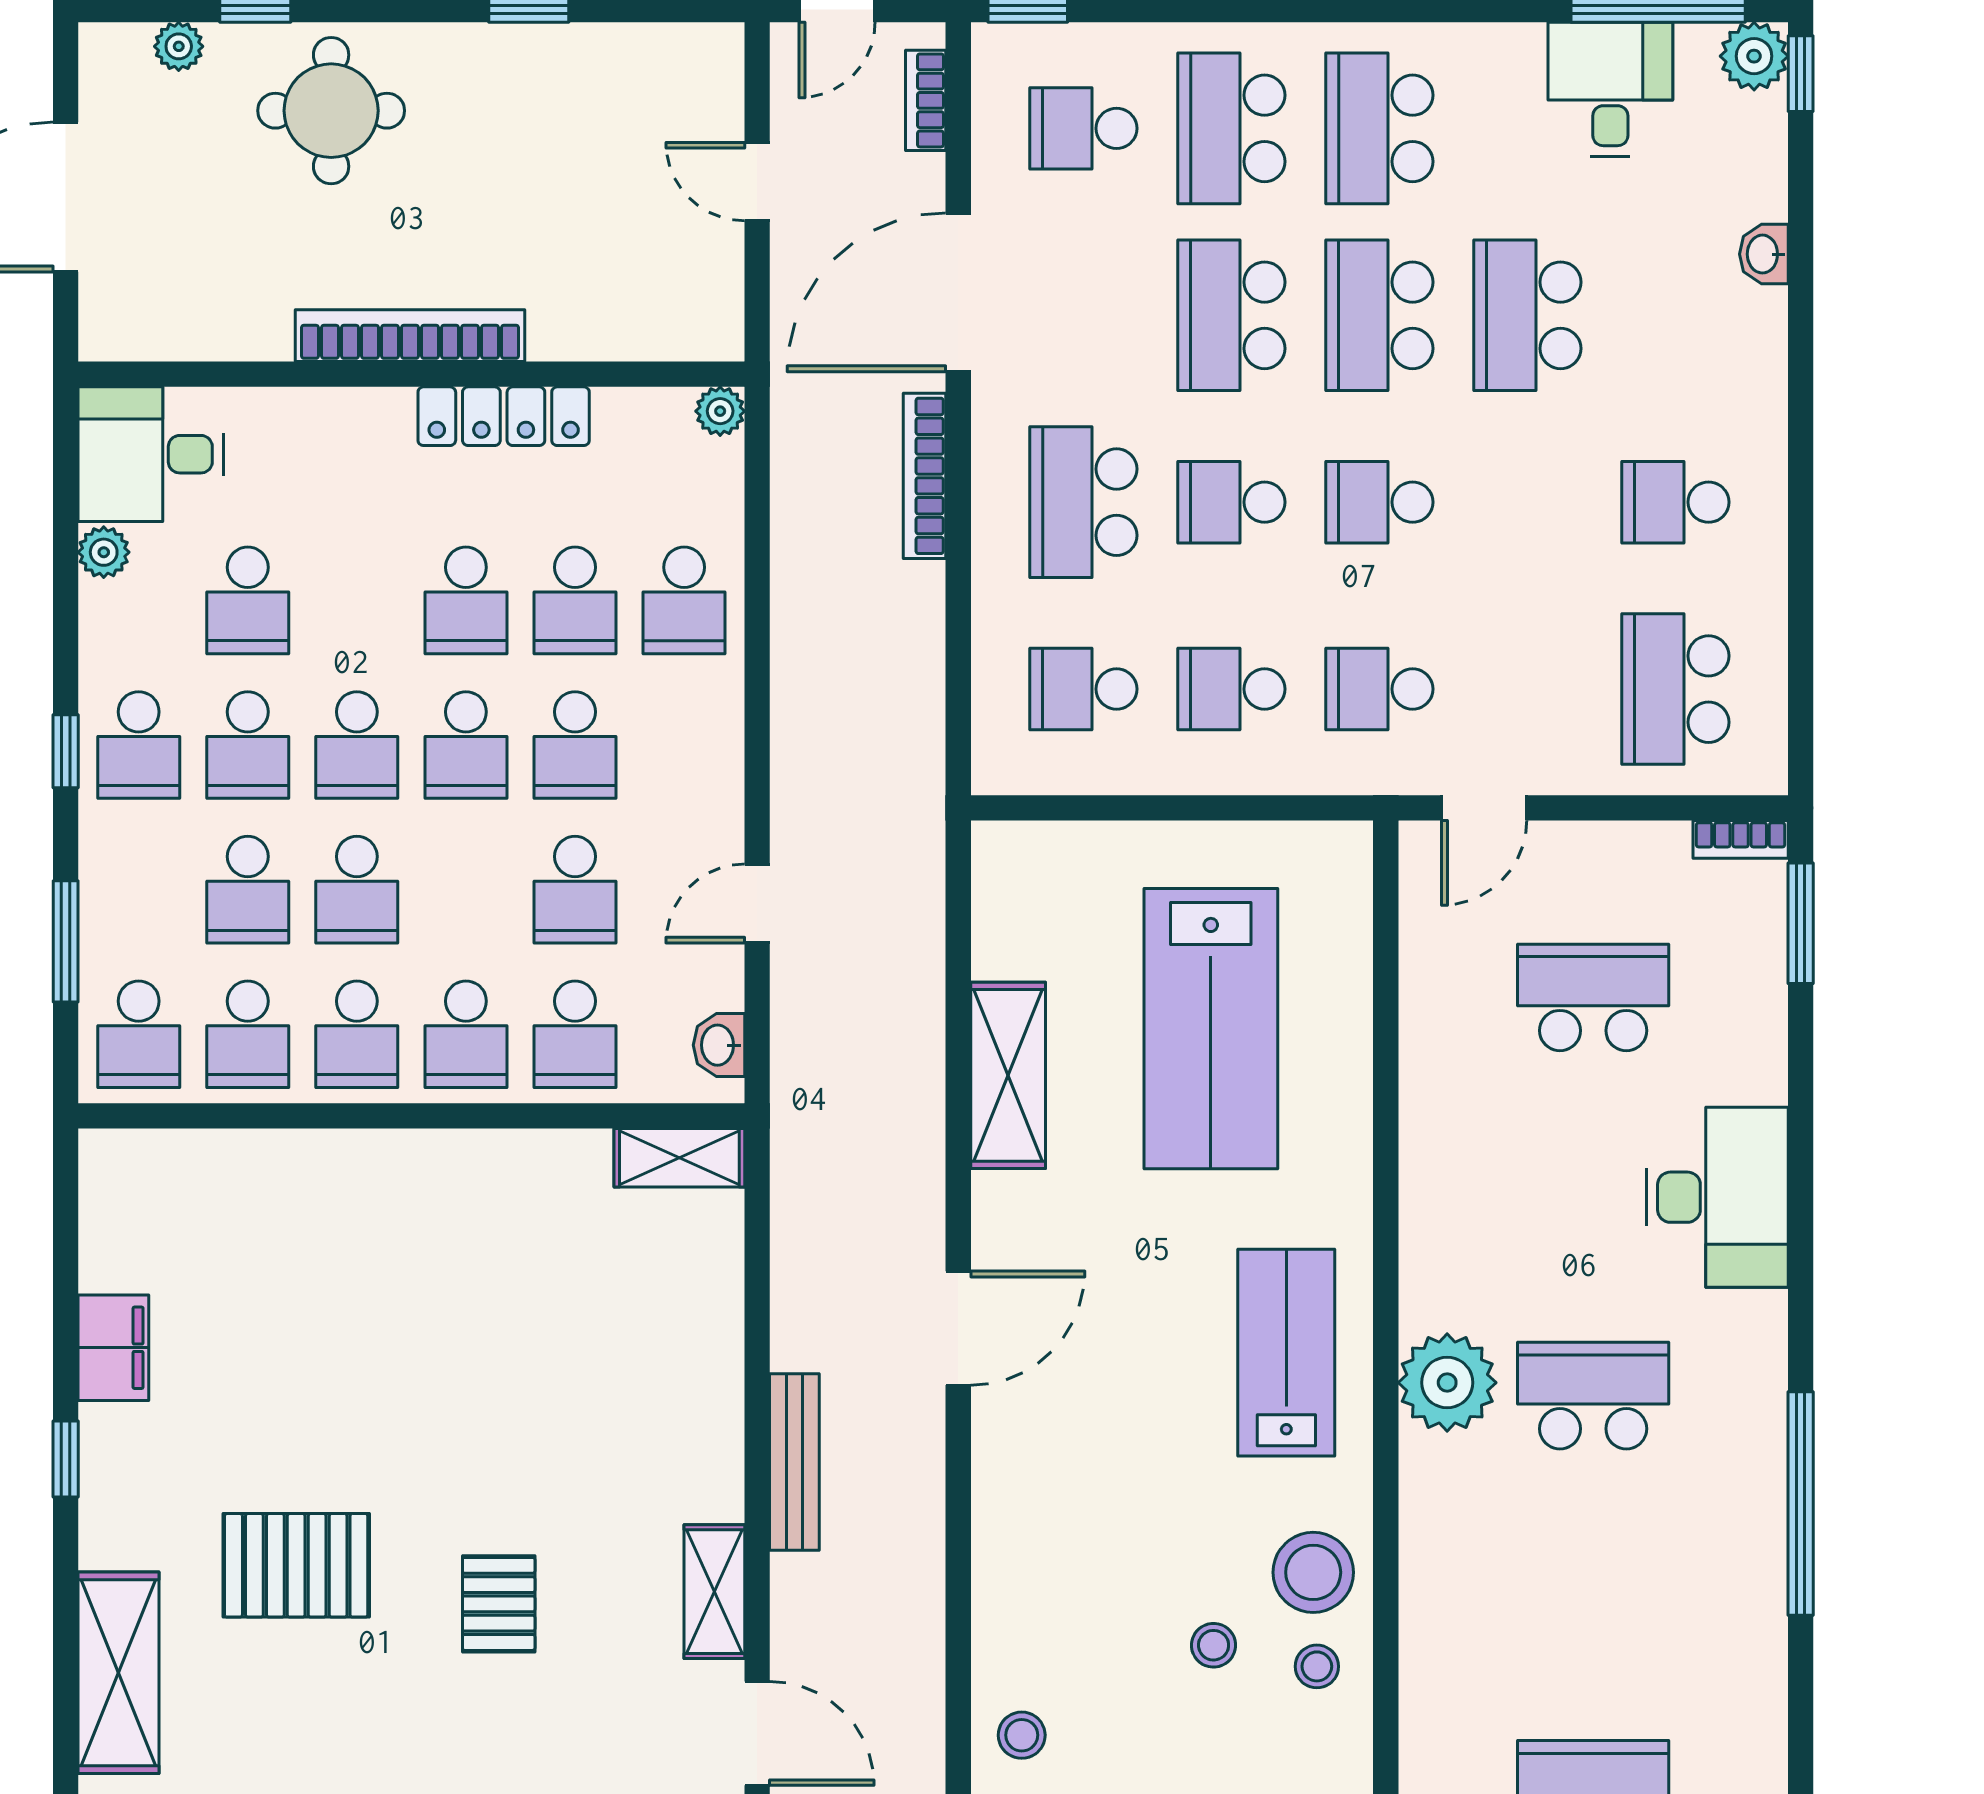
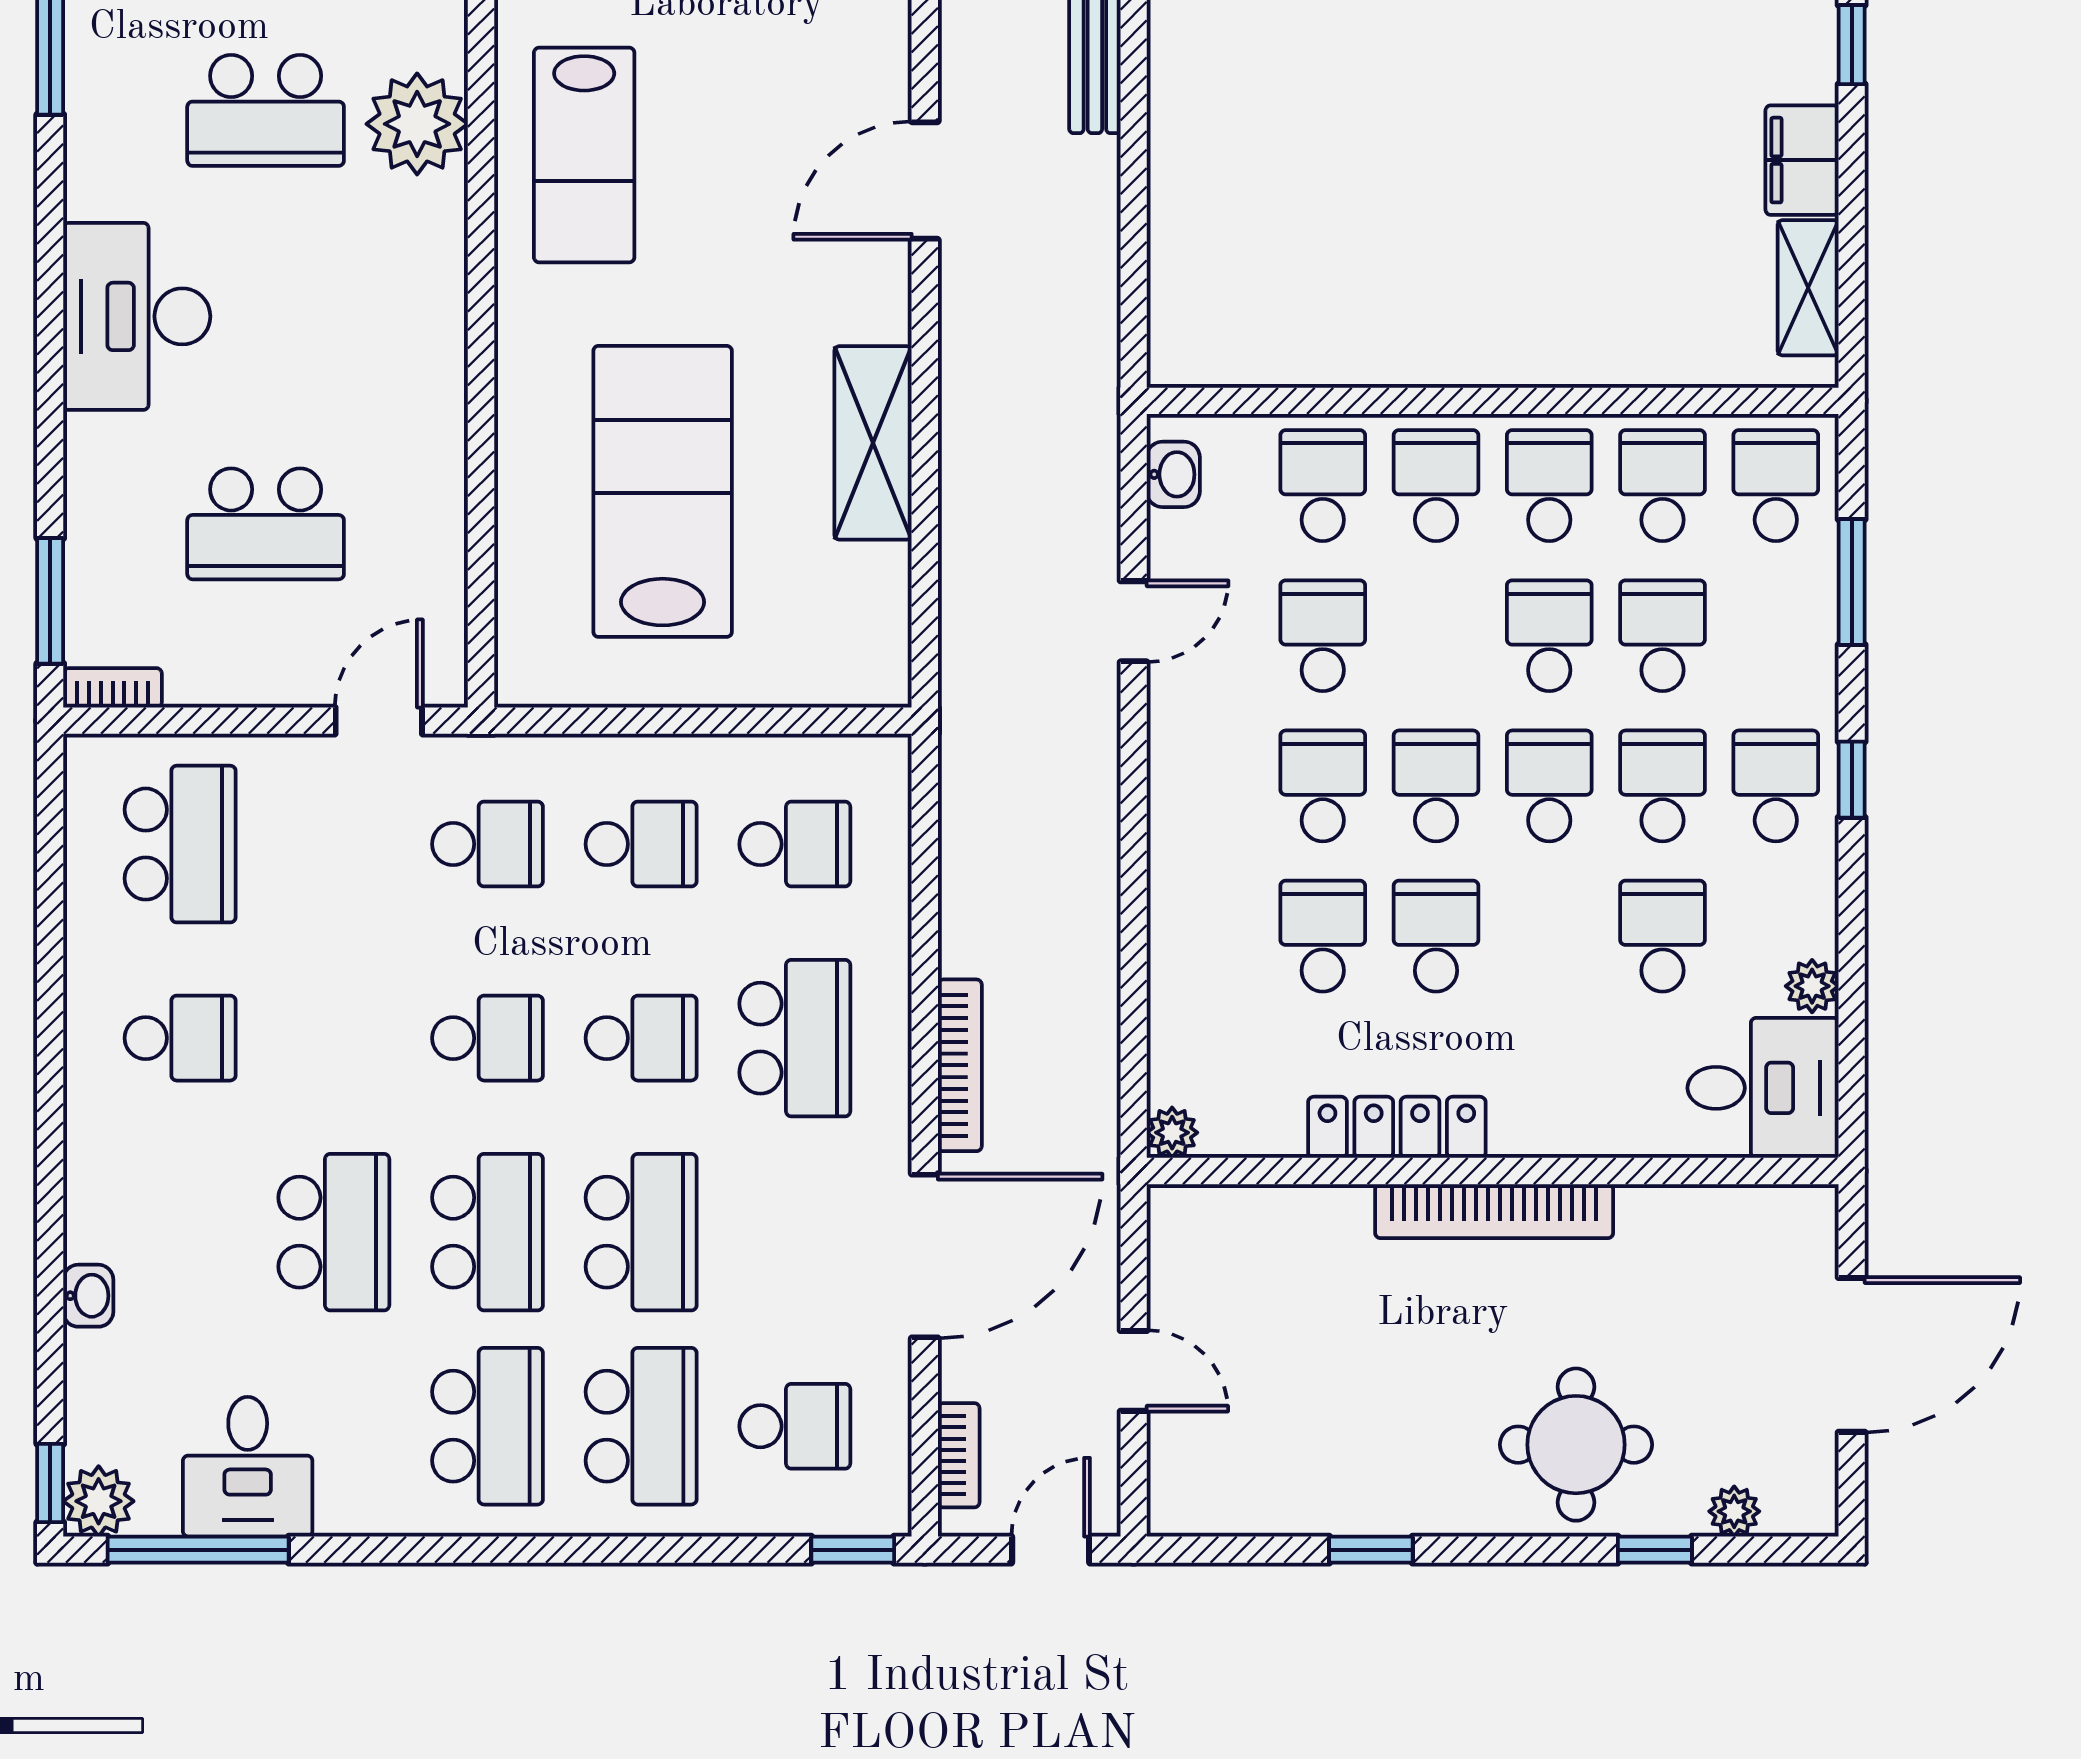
school desk: (684, 600) -> (1209, 936), removed
shelving: (679, 1158) -> (1808, 288), moved, turned 90

